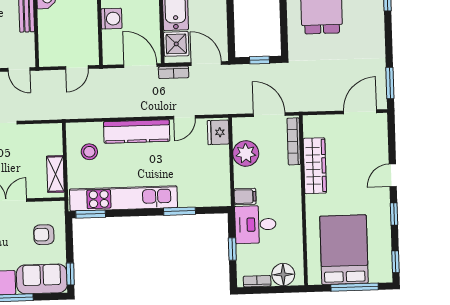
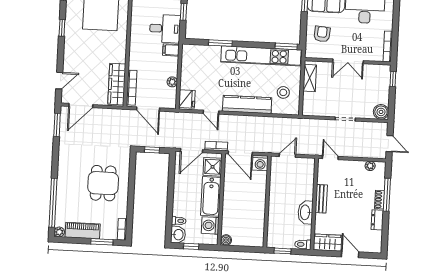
washing machine: (111, 19) -> (260, 163), moved, turned -90
door: (206, 64) -> (192, 151), hinge flipped
door: (184, 117) -> (211, 112), swing flipped
plant: (246, 154) -> (172, 82), width x0.53, depth x0.53
wardrobe: (315, 166) -> (117, 84), moved
door: (393, 175) -> (59, 81), moved
armchair: (44, 235) -> (322, 34), turned -85

